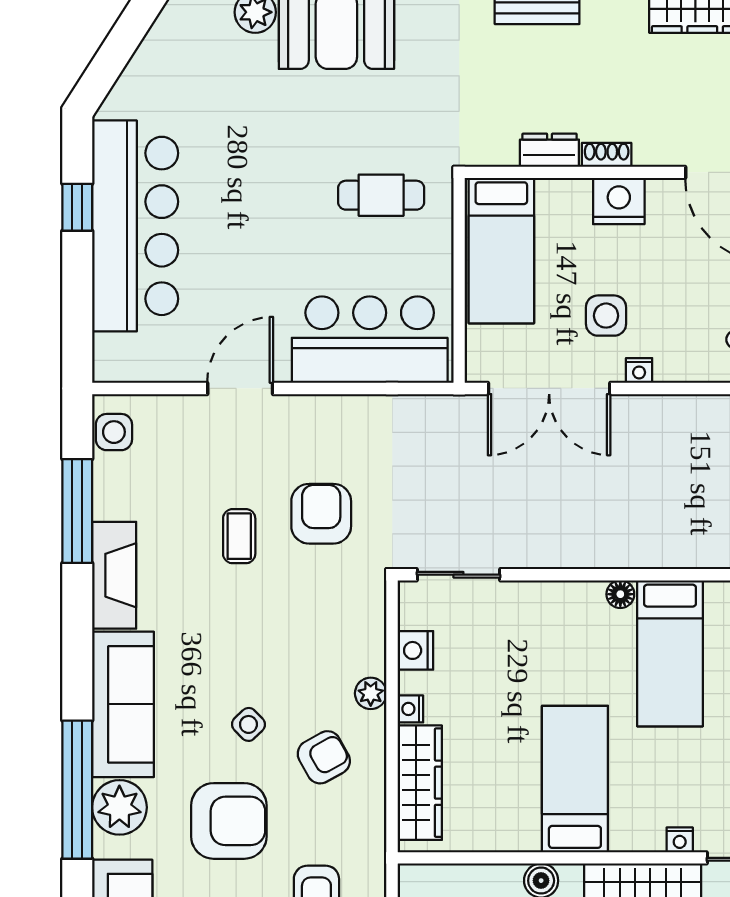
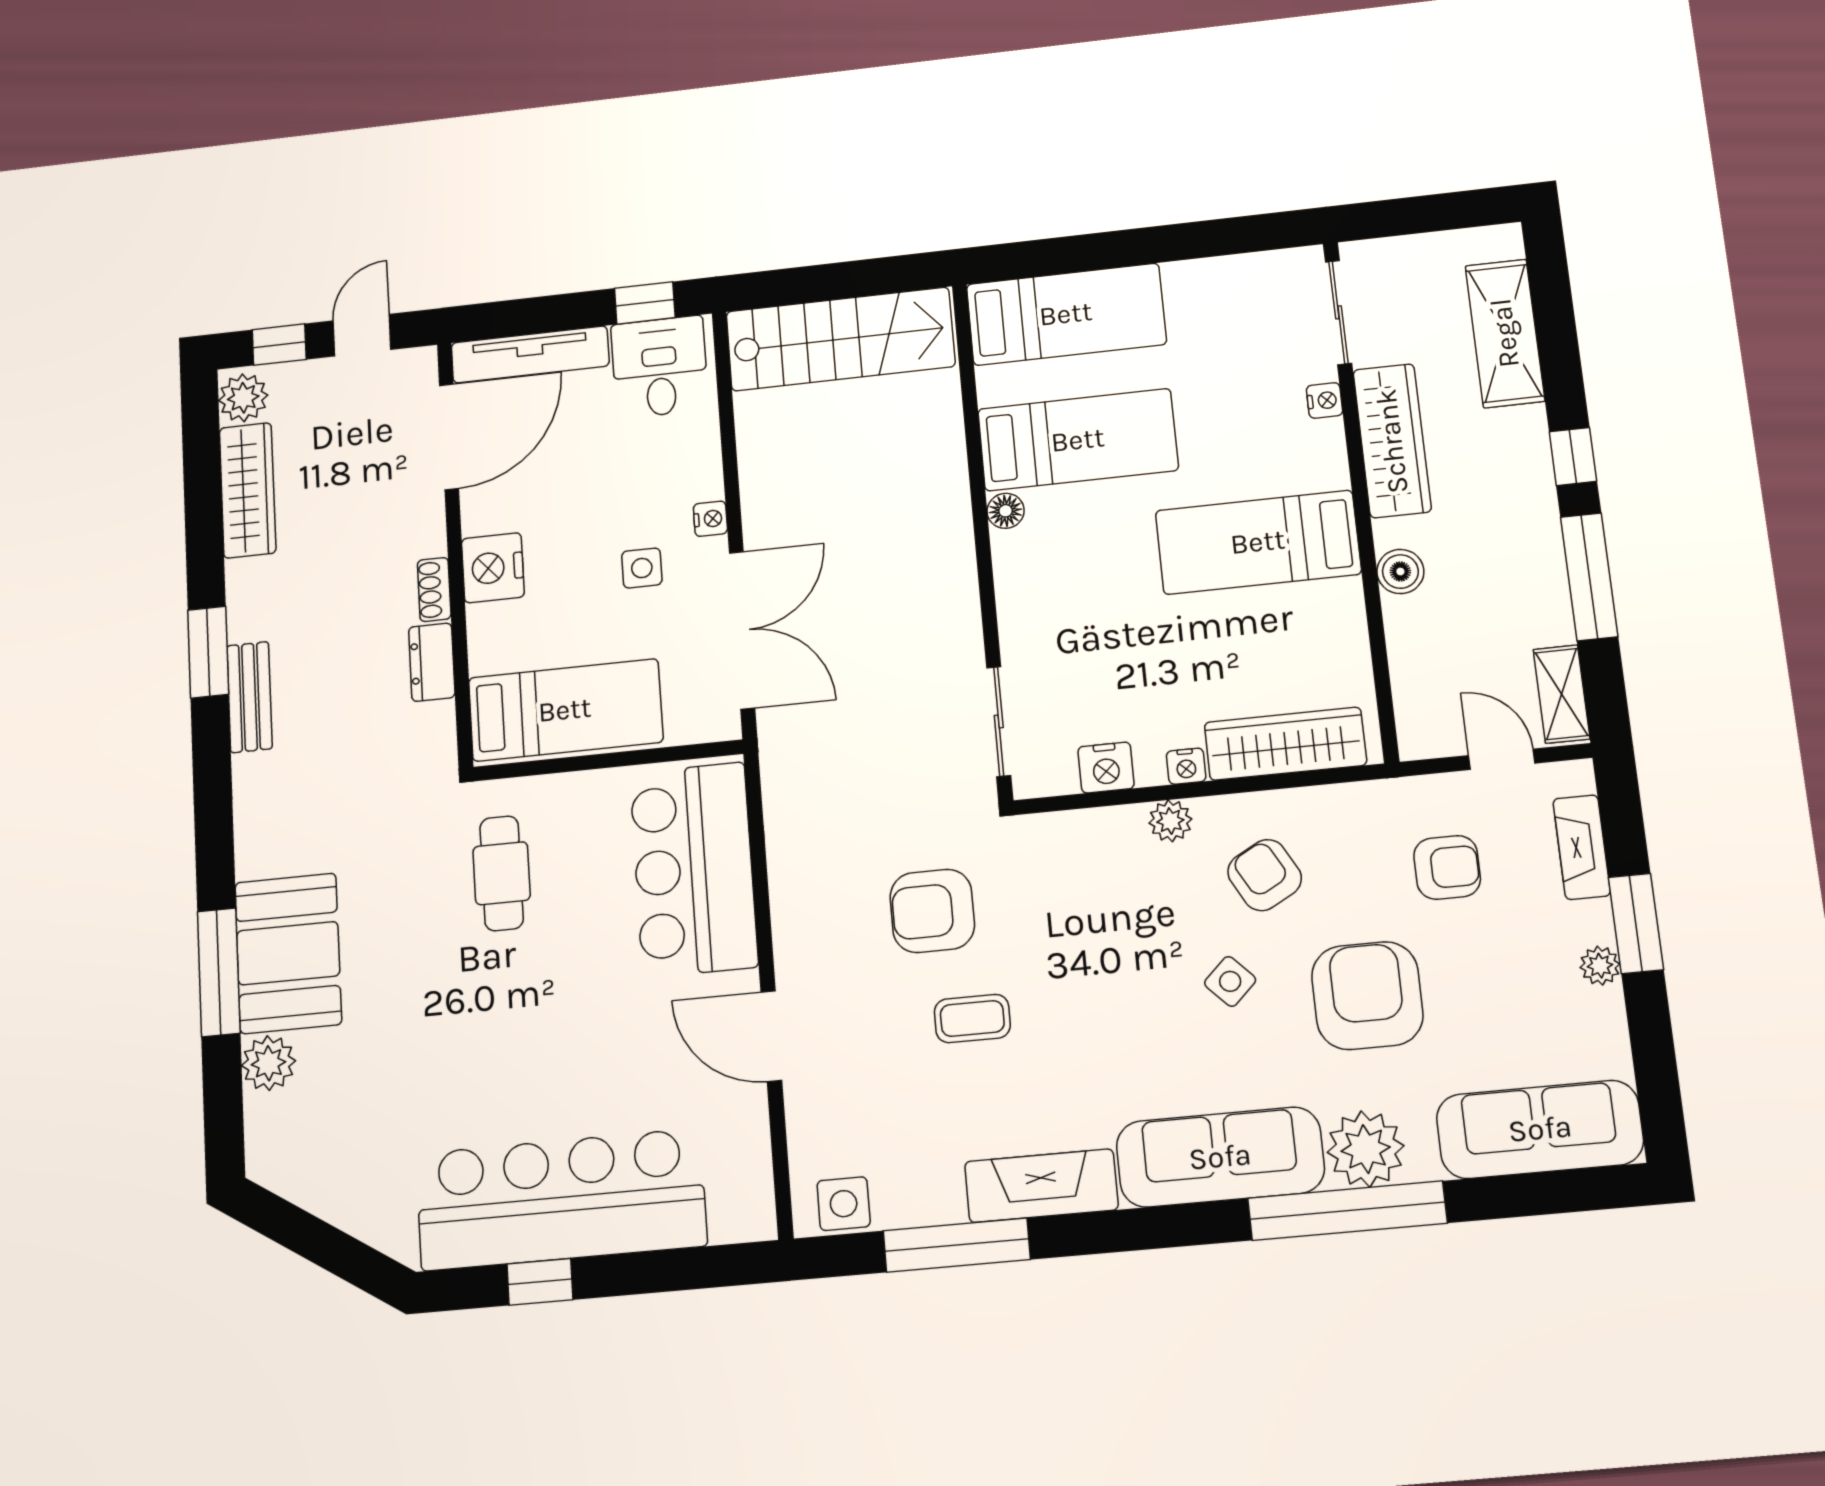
side table: (606, 316) -> (642, 568), width x0.73, depth x0.73

